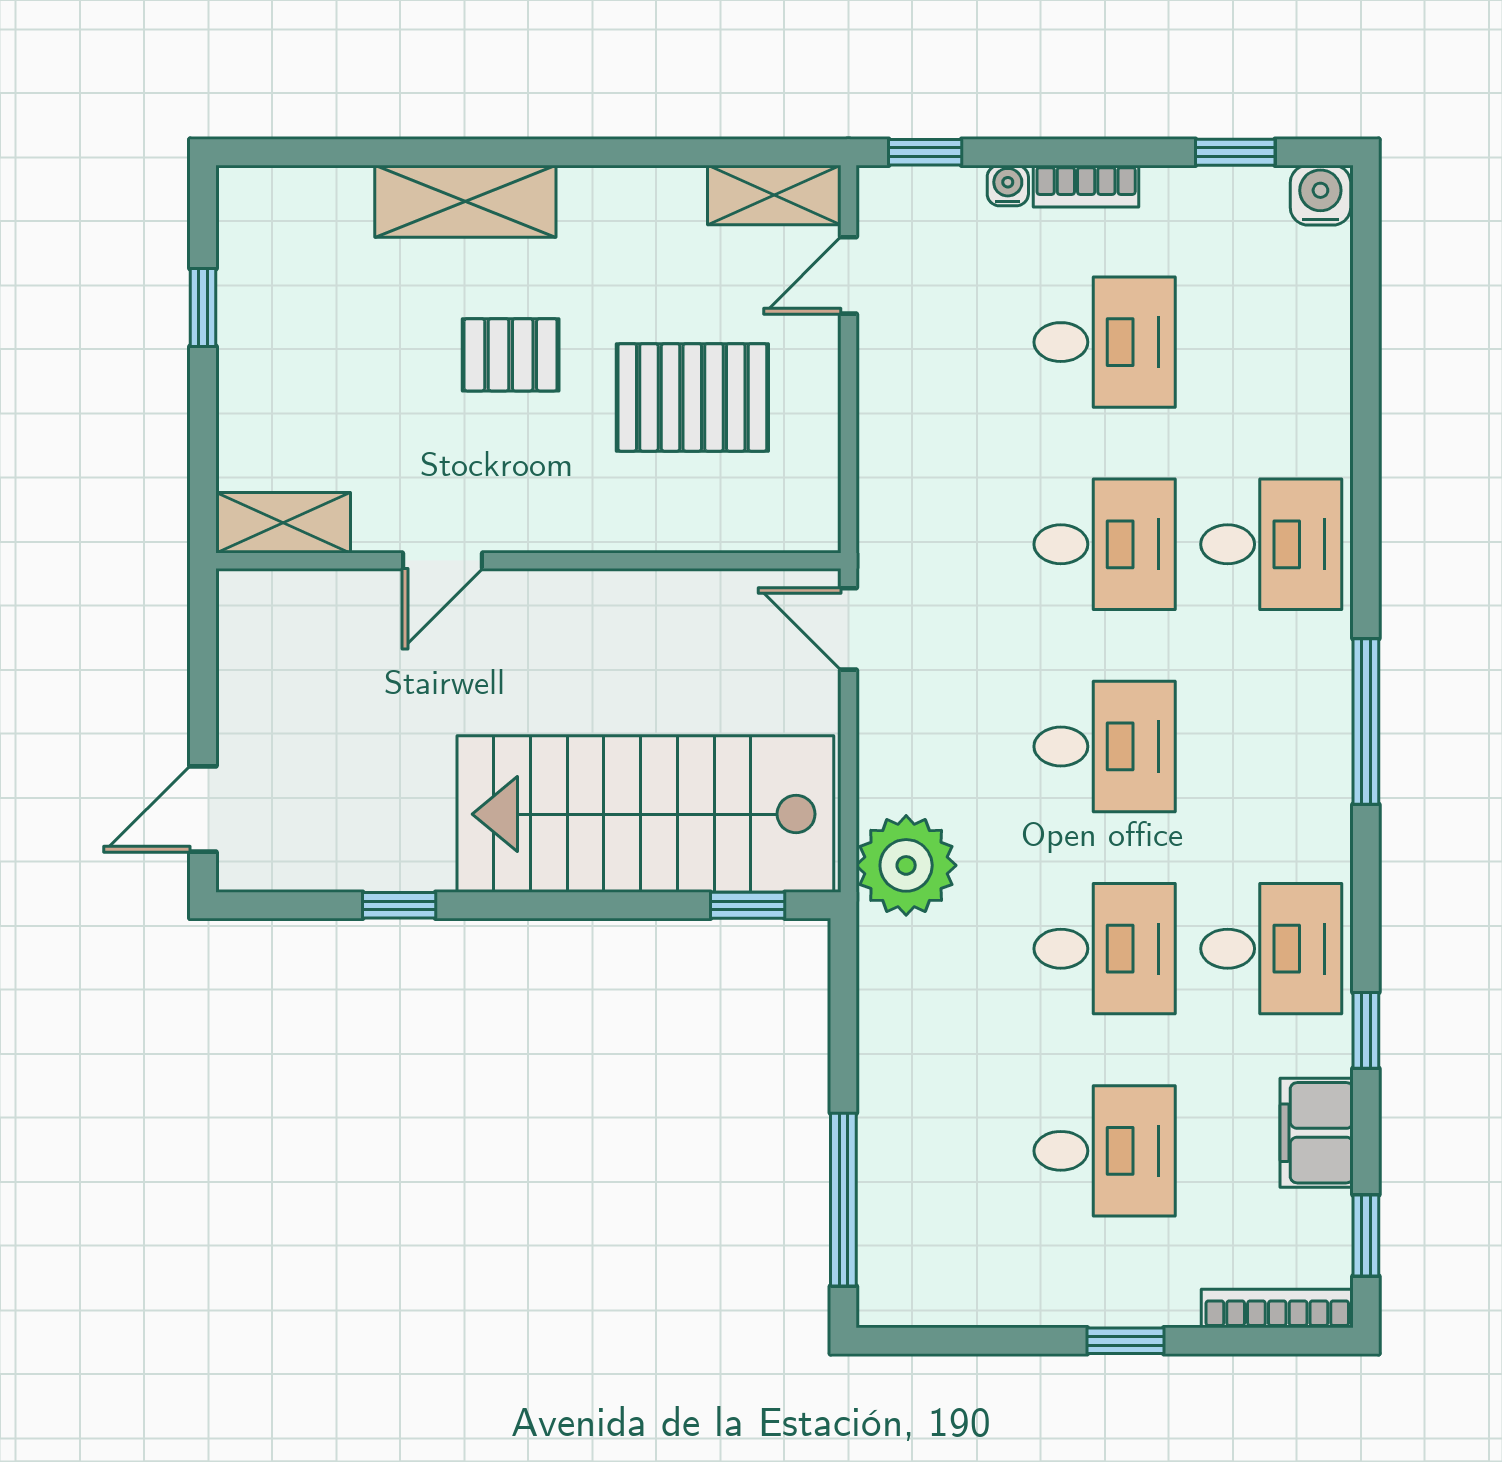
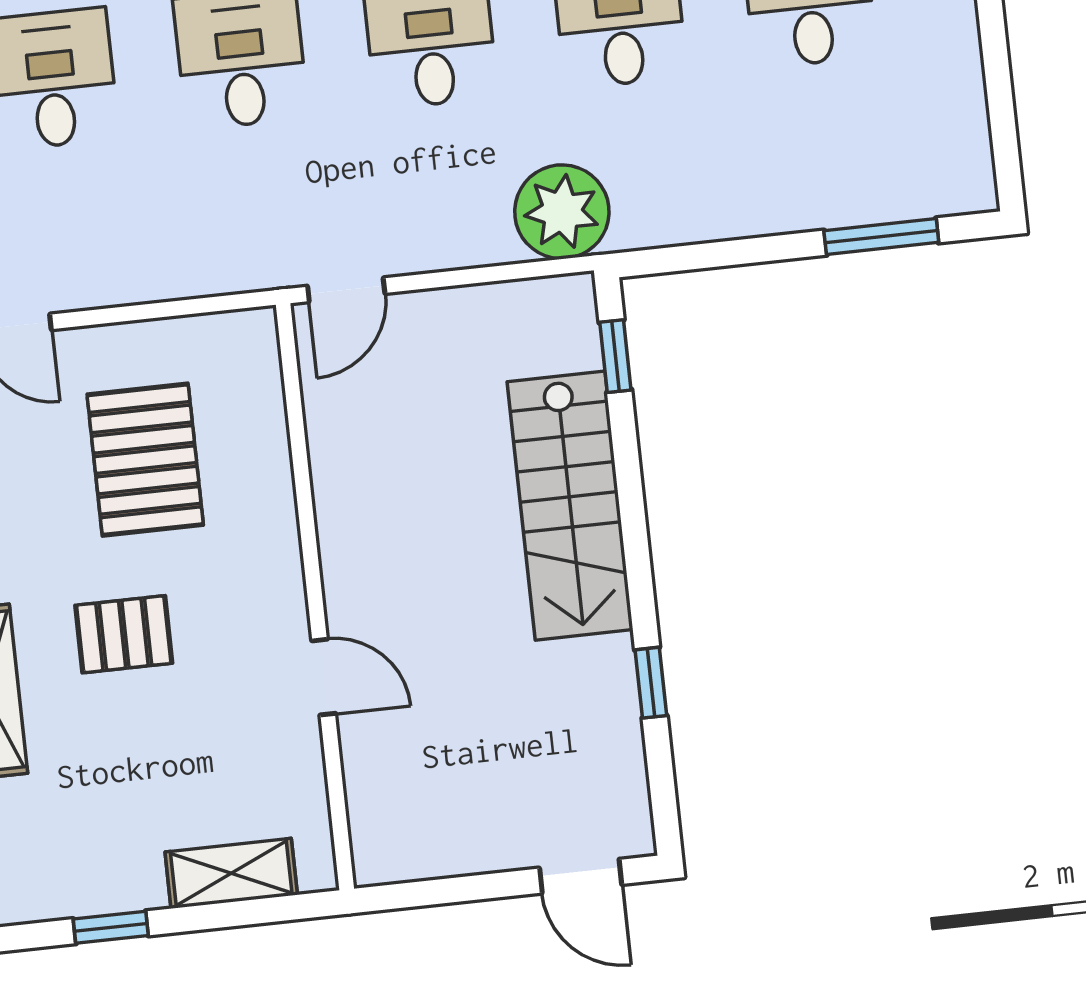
pallet: (511, 355) -> (124, 634), turned 90
shelving: (283, 523) -> (231, 873), moved, turned 90
stairs: (645, 814) -> (570, 506), width x0.73, depth x0.66
window: (843, 1200) -> (881, 237), width x0.69

